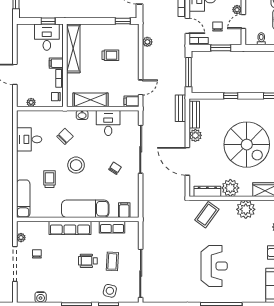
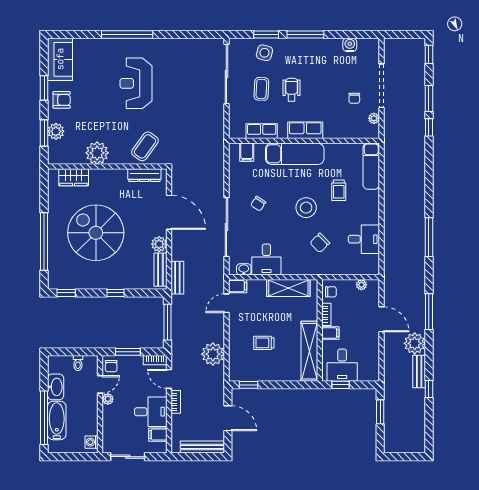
chair: (217, 26) -> (111, 366), moved
plant: (147, 42) -> (213, 354), width x1.88, depth x1.88
washbasin: (82, 115) -> (244, 269), moved
plant: (230, 188) -> (116, 179), removed
row of seats: (70, 228) -> (305, 130), width x0.68
wheelchair: (88, 261) -> (292, 90), turned -90

